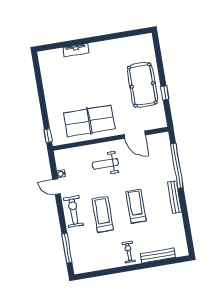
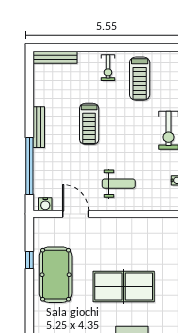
table tennis table: (89, 121) -> (124, 286), moved
water cooler: (160, 138) -> (45, 204), added
treadmill: (103, 214) -> (140, 79), moved
bench: (158, 256) -> (55, 57), moved

